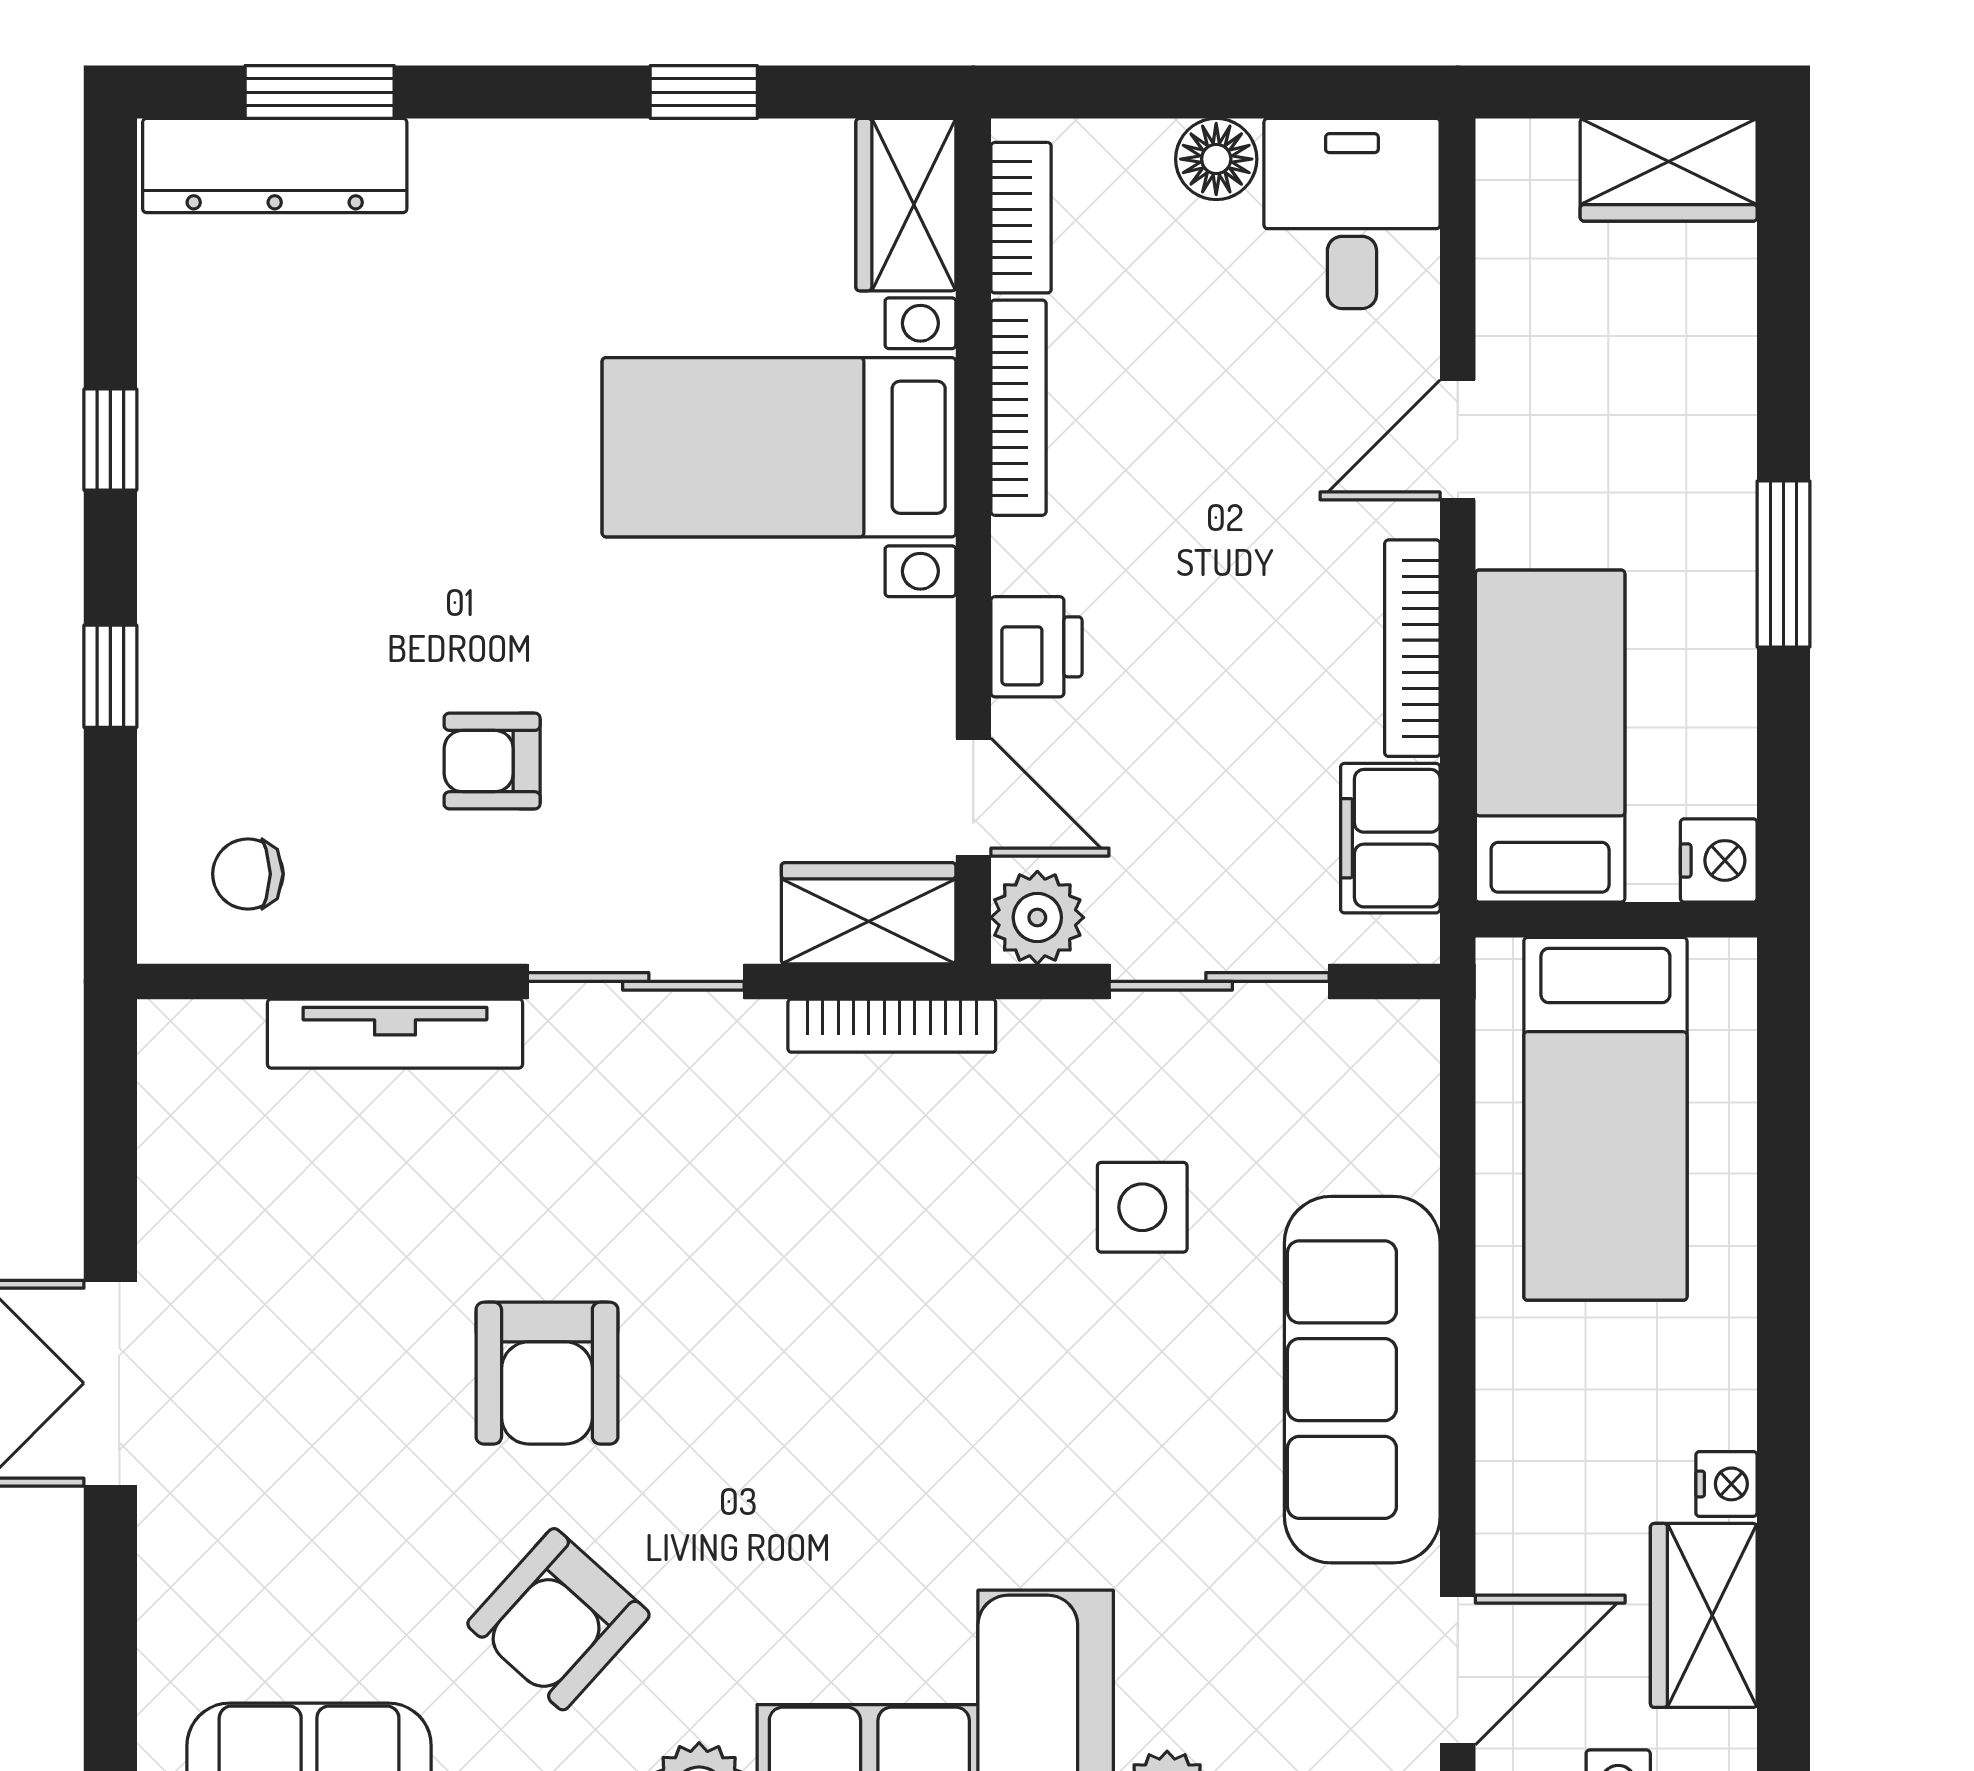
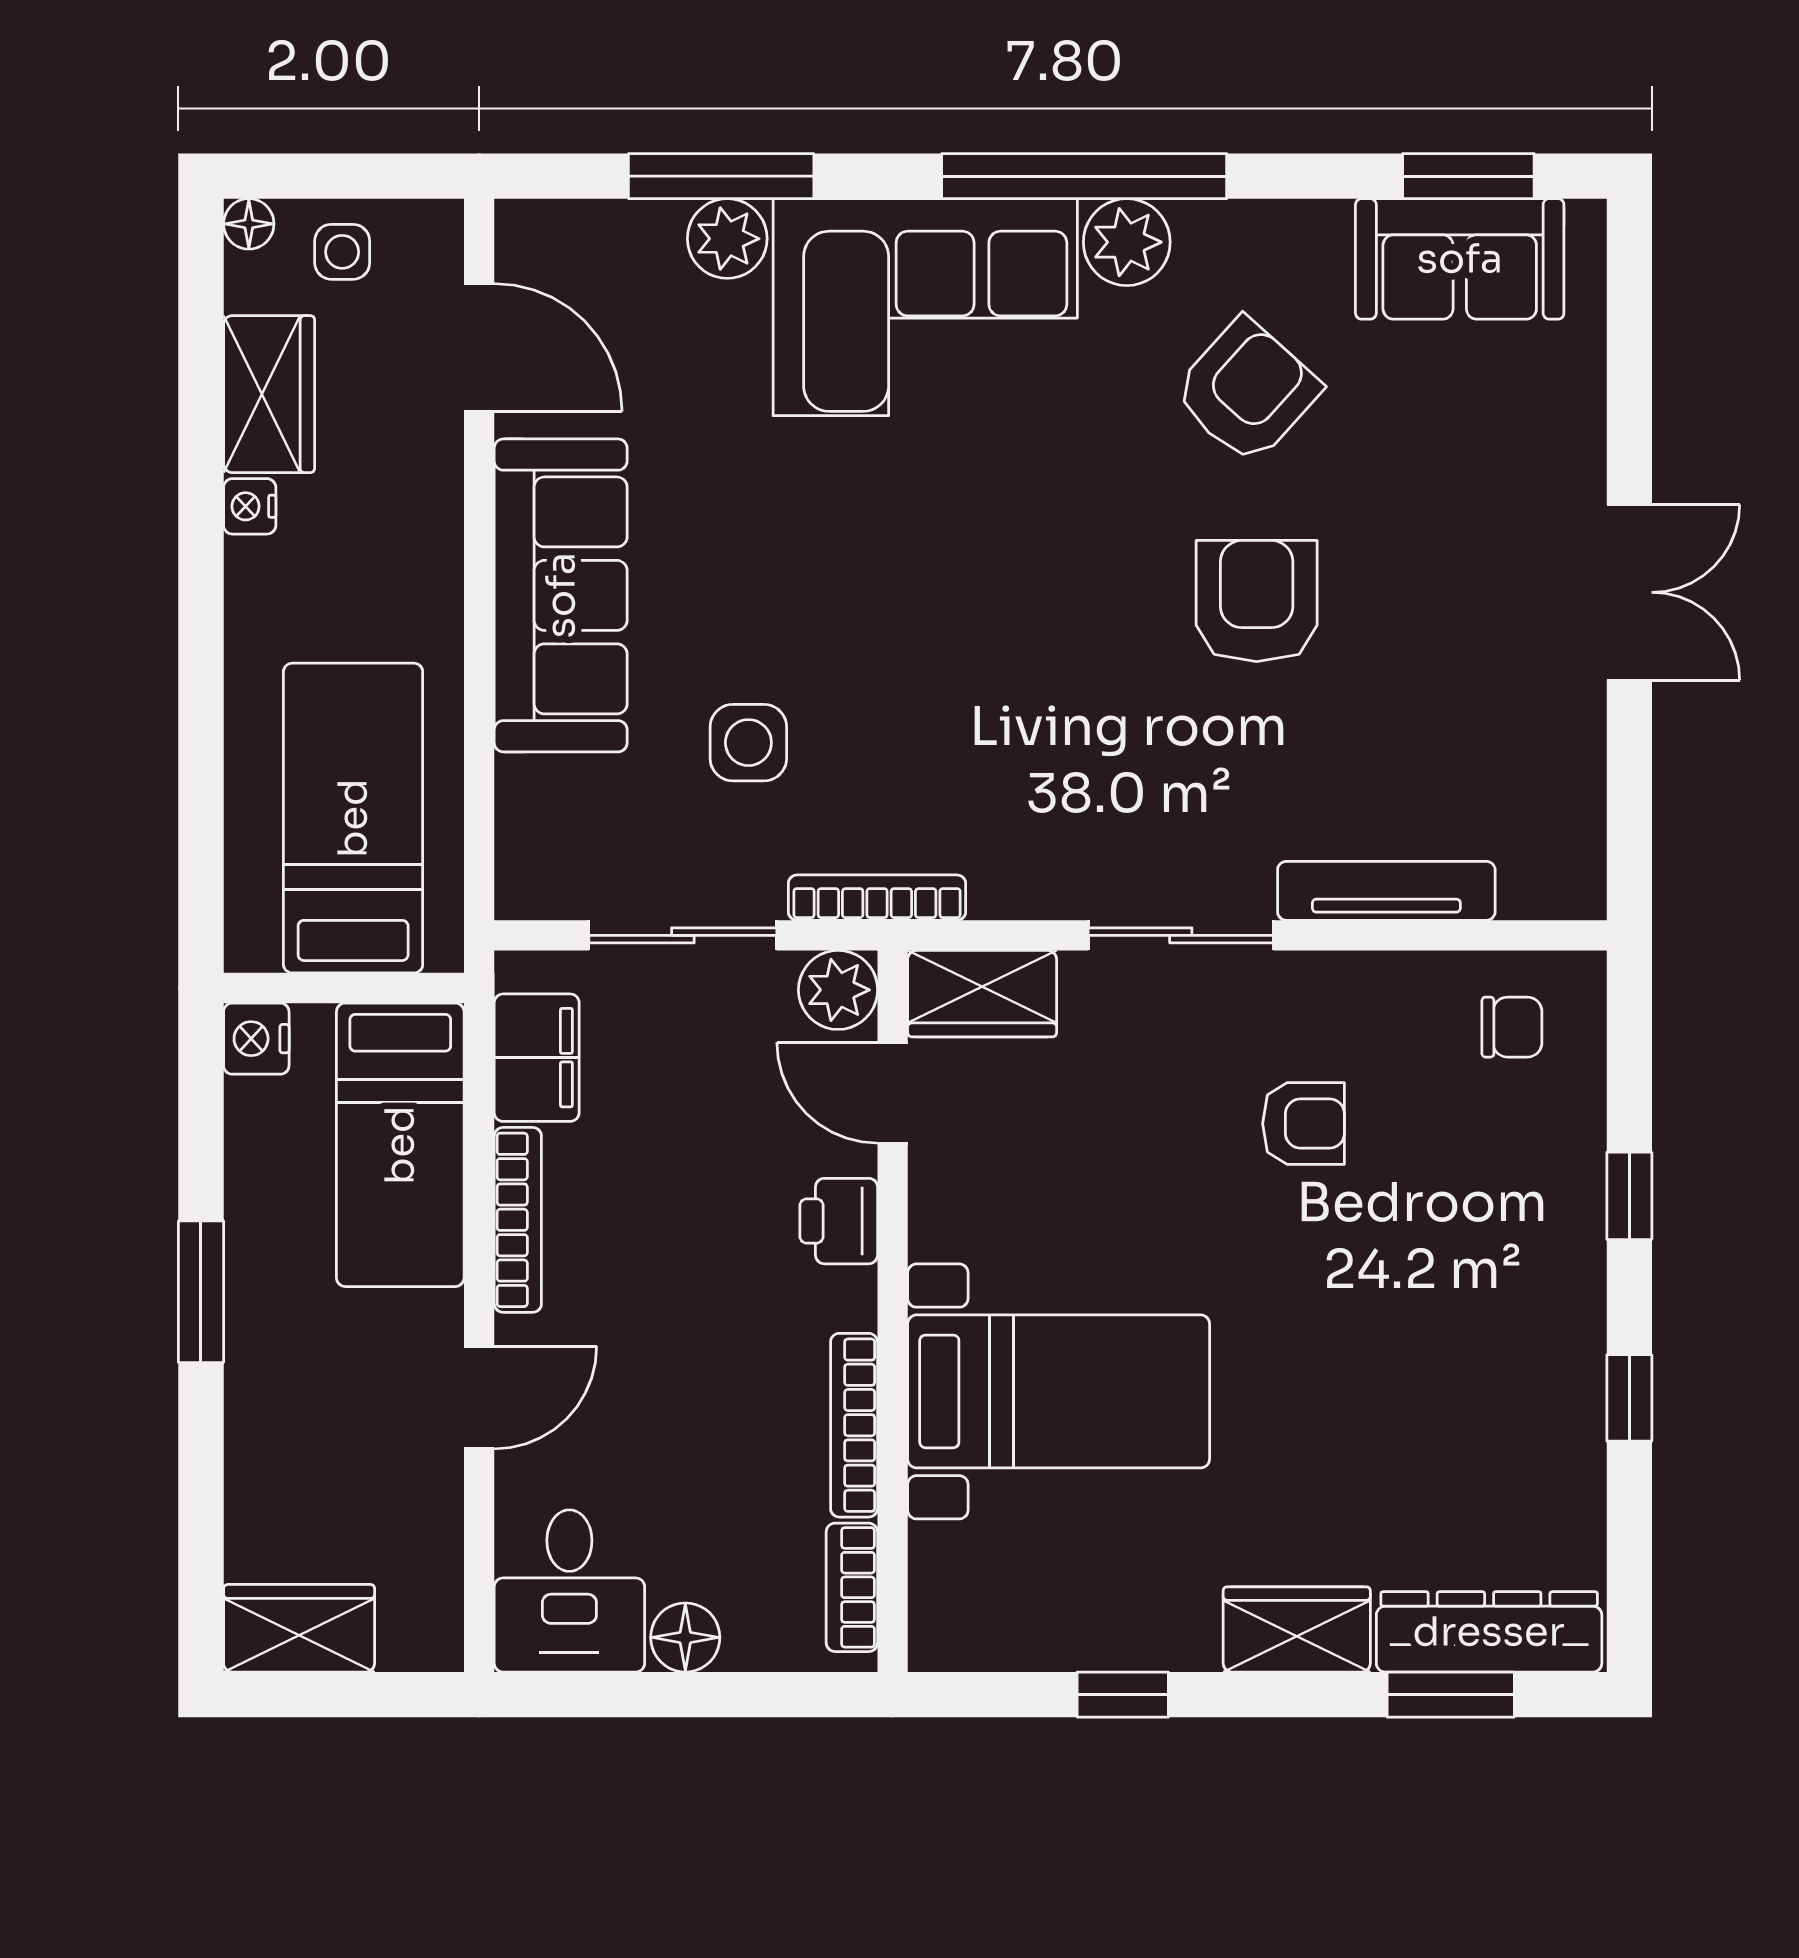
wardrobe: (906, 205) -> (1297, 1629), moved, turned -90
bookcase: (892, 1026) -> (877, 898), moved
door: (1458, 1670) -> (479, 347), swing flipped

